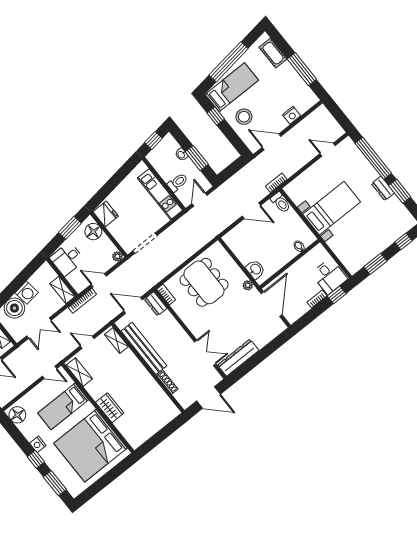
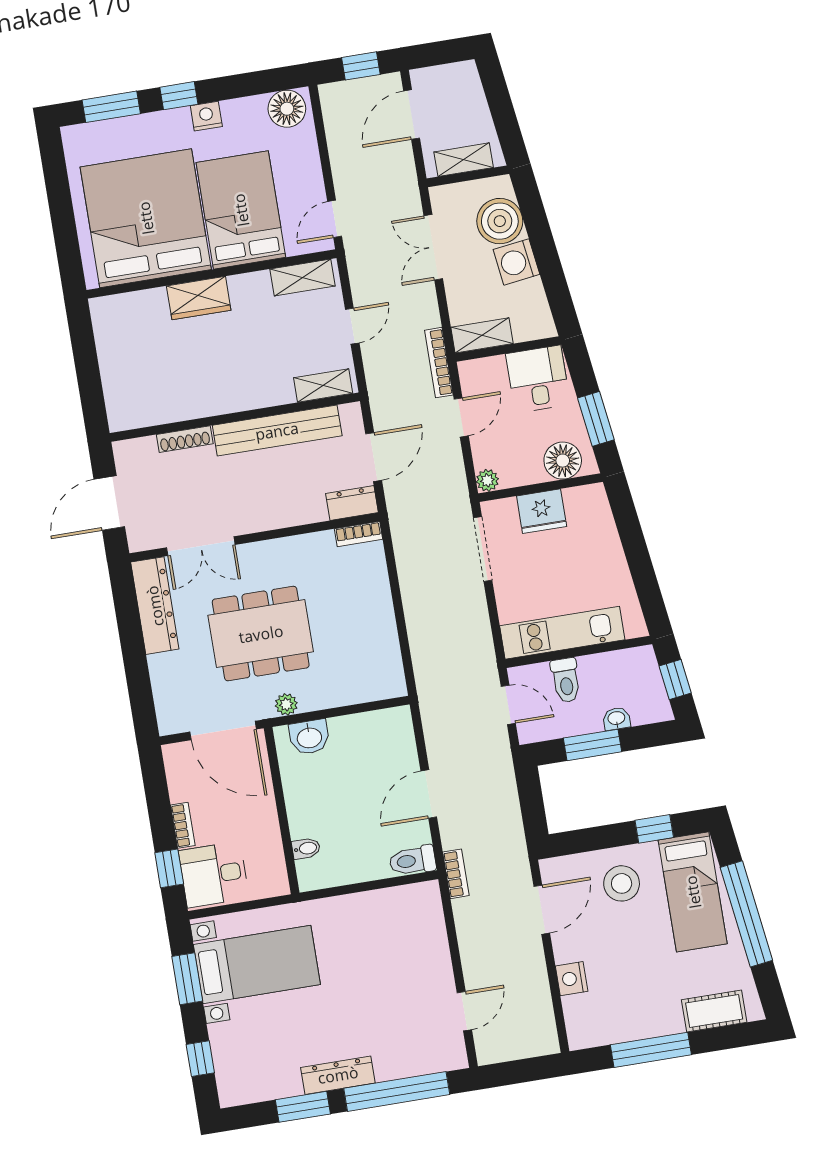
dresser: (383, 188) -> (338, 1075), width x1.44
bed with nightstands: (332, 208) -> (257, 965), moved, turned -90
fridge: (106, 214) -> (542, 511), moved
dining table: (204, 282) -> (261, 634), moved
bed: (63, 406) -> (241, 210), width x1.50

